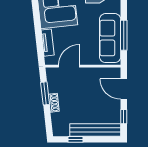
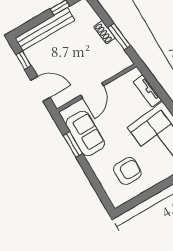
window: (124, 35) -> (73, 145), width x0.69
sofa: (110, 38) -> (85, 133), width x0.73
door: (69, 66) -> (92, 90), moved

